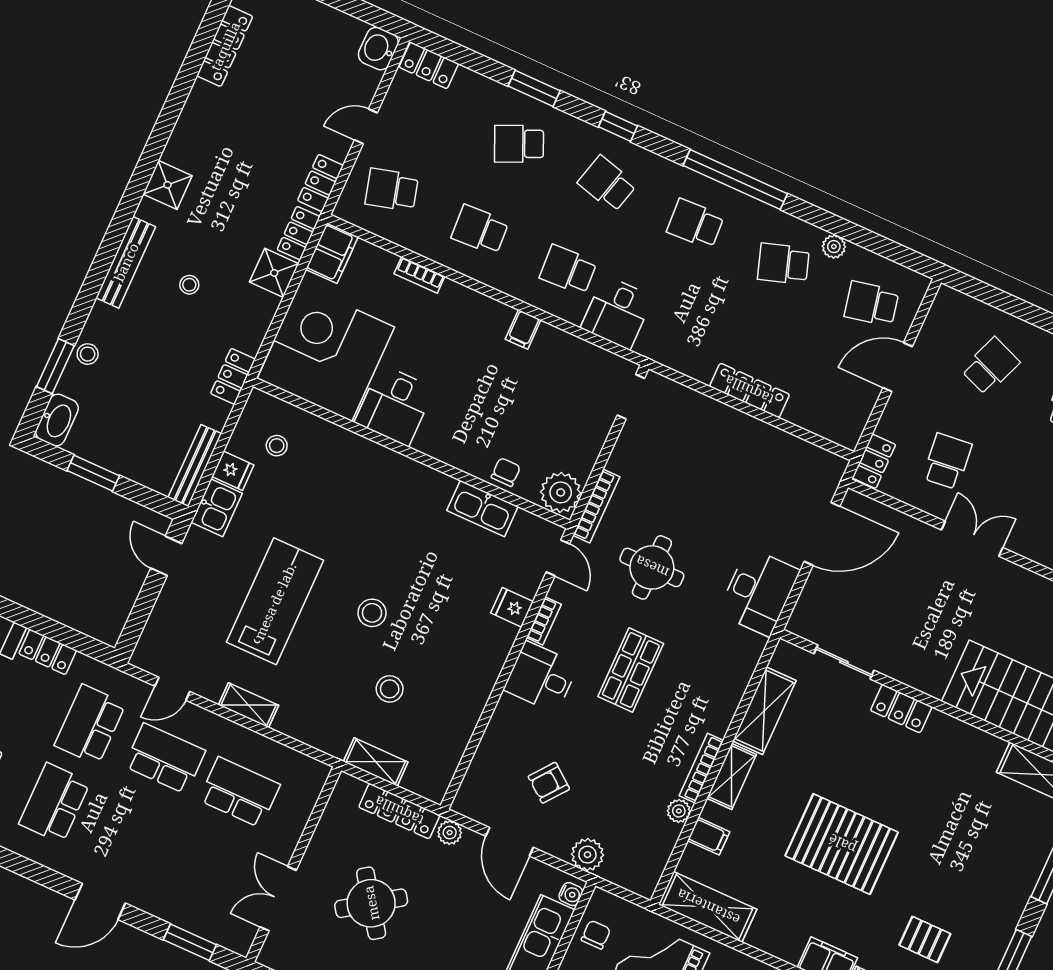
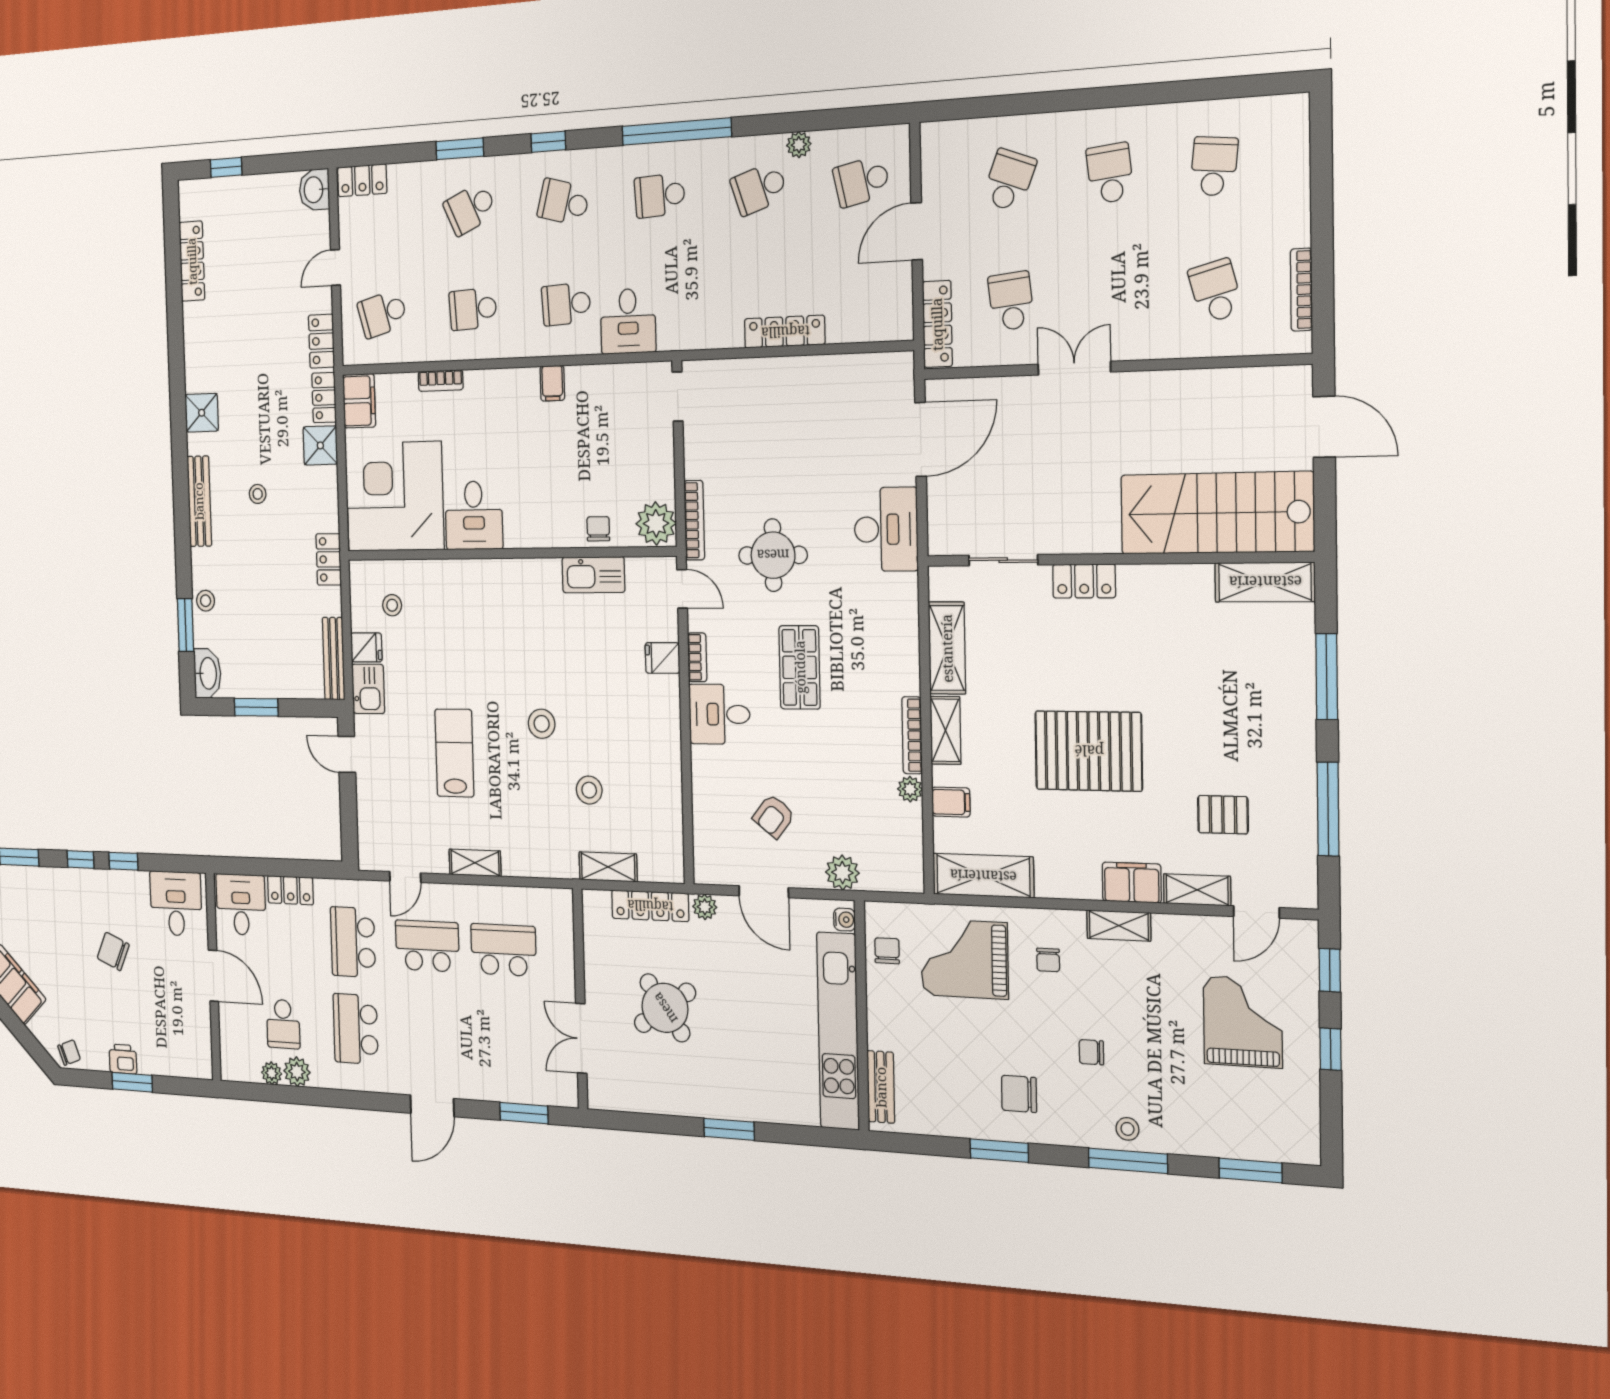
locker: (874, 461) -> (937, 324), width x1.53
lab bench: (275, 601) -> (454, 753), width x0.73, depth x0.72

